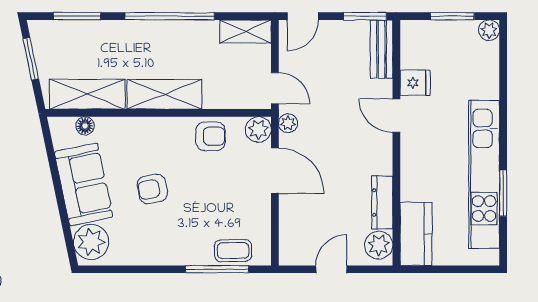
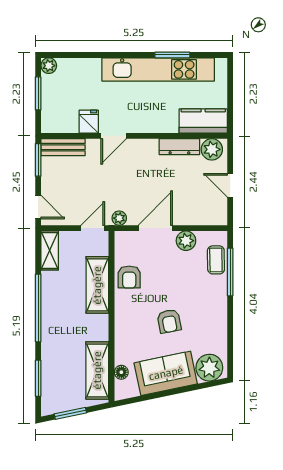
shelving: (164, 94) -> (97, 285), moved
plant: (258, 130) -> (186, 241), moved
armchair: (210, 136) -> (129, 277), turned 180

